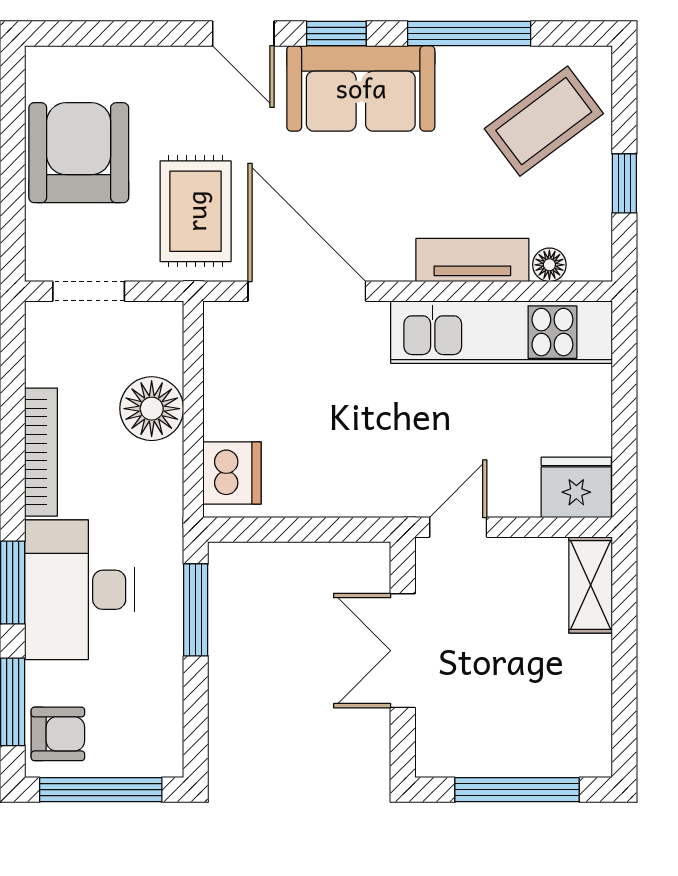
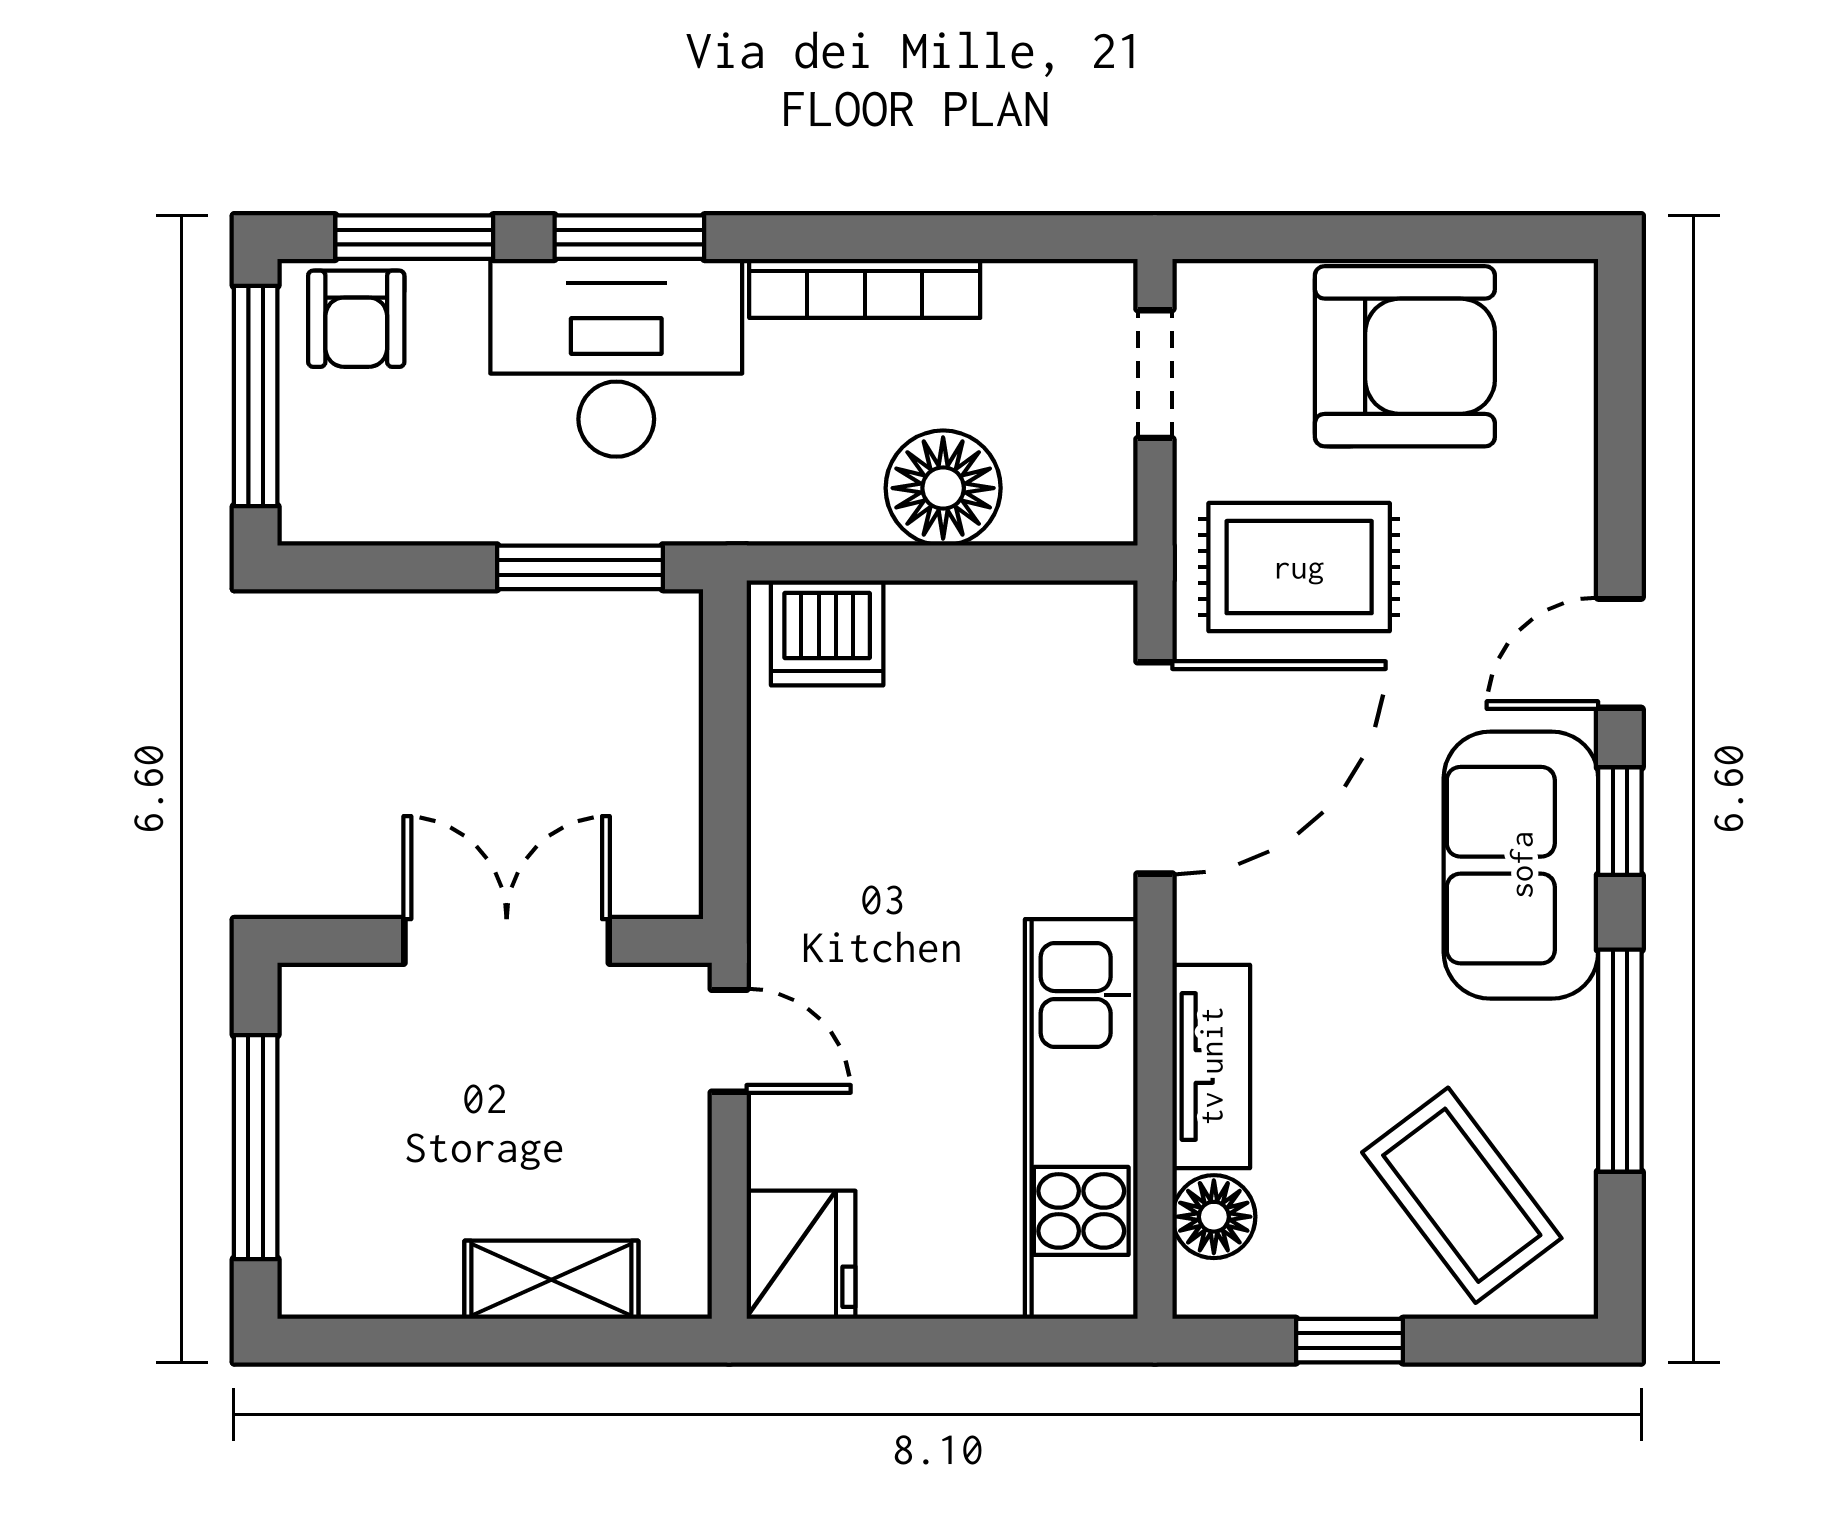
floor lamp: (549, 265) -> (1214, 1217), width x1.37, depth x1.37
shelving: (591, 585) -> (551, 1280), moved

